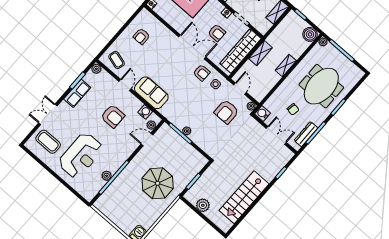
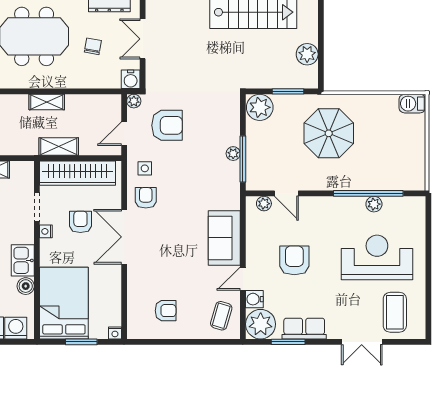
plant: (96, 69) -> (261, 324), width x1.88, depth x1.88
water cooler: (145, 112) -> (254, 299), moved
plant: (197, 162) -> (260, 107), added

